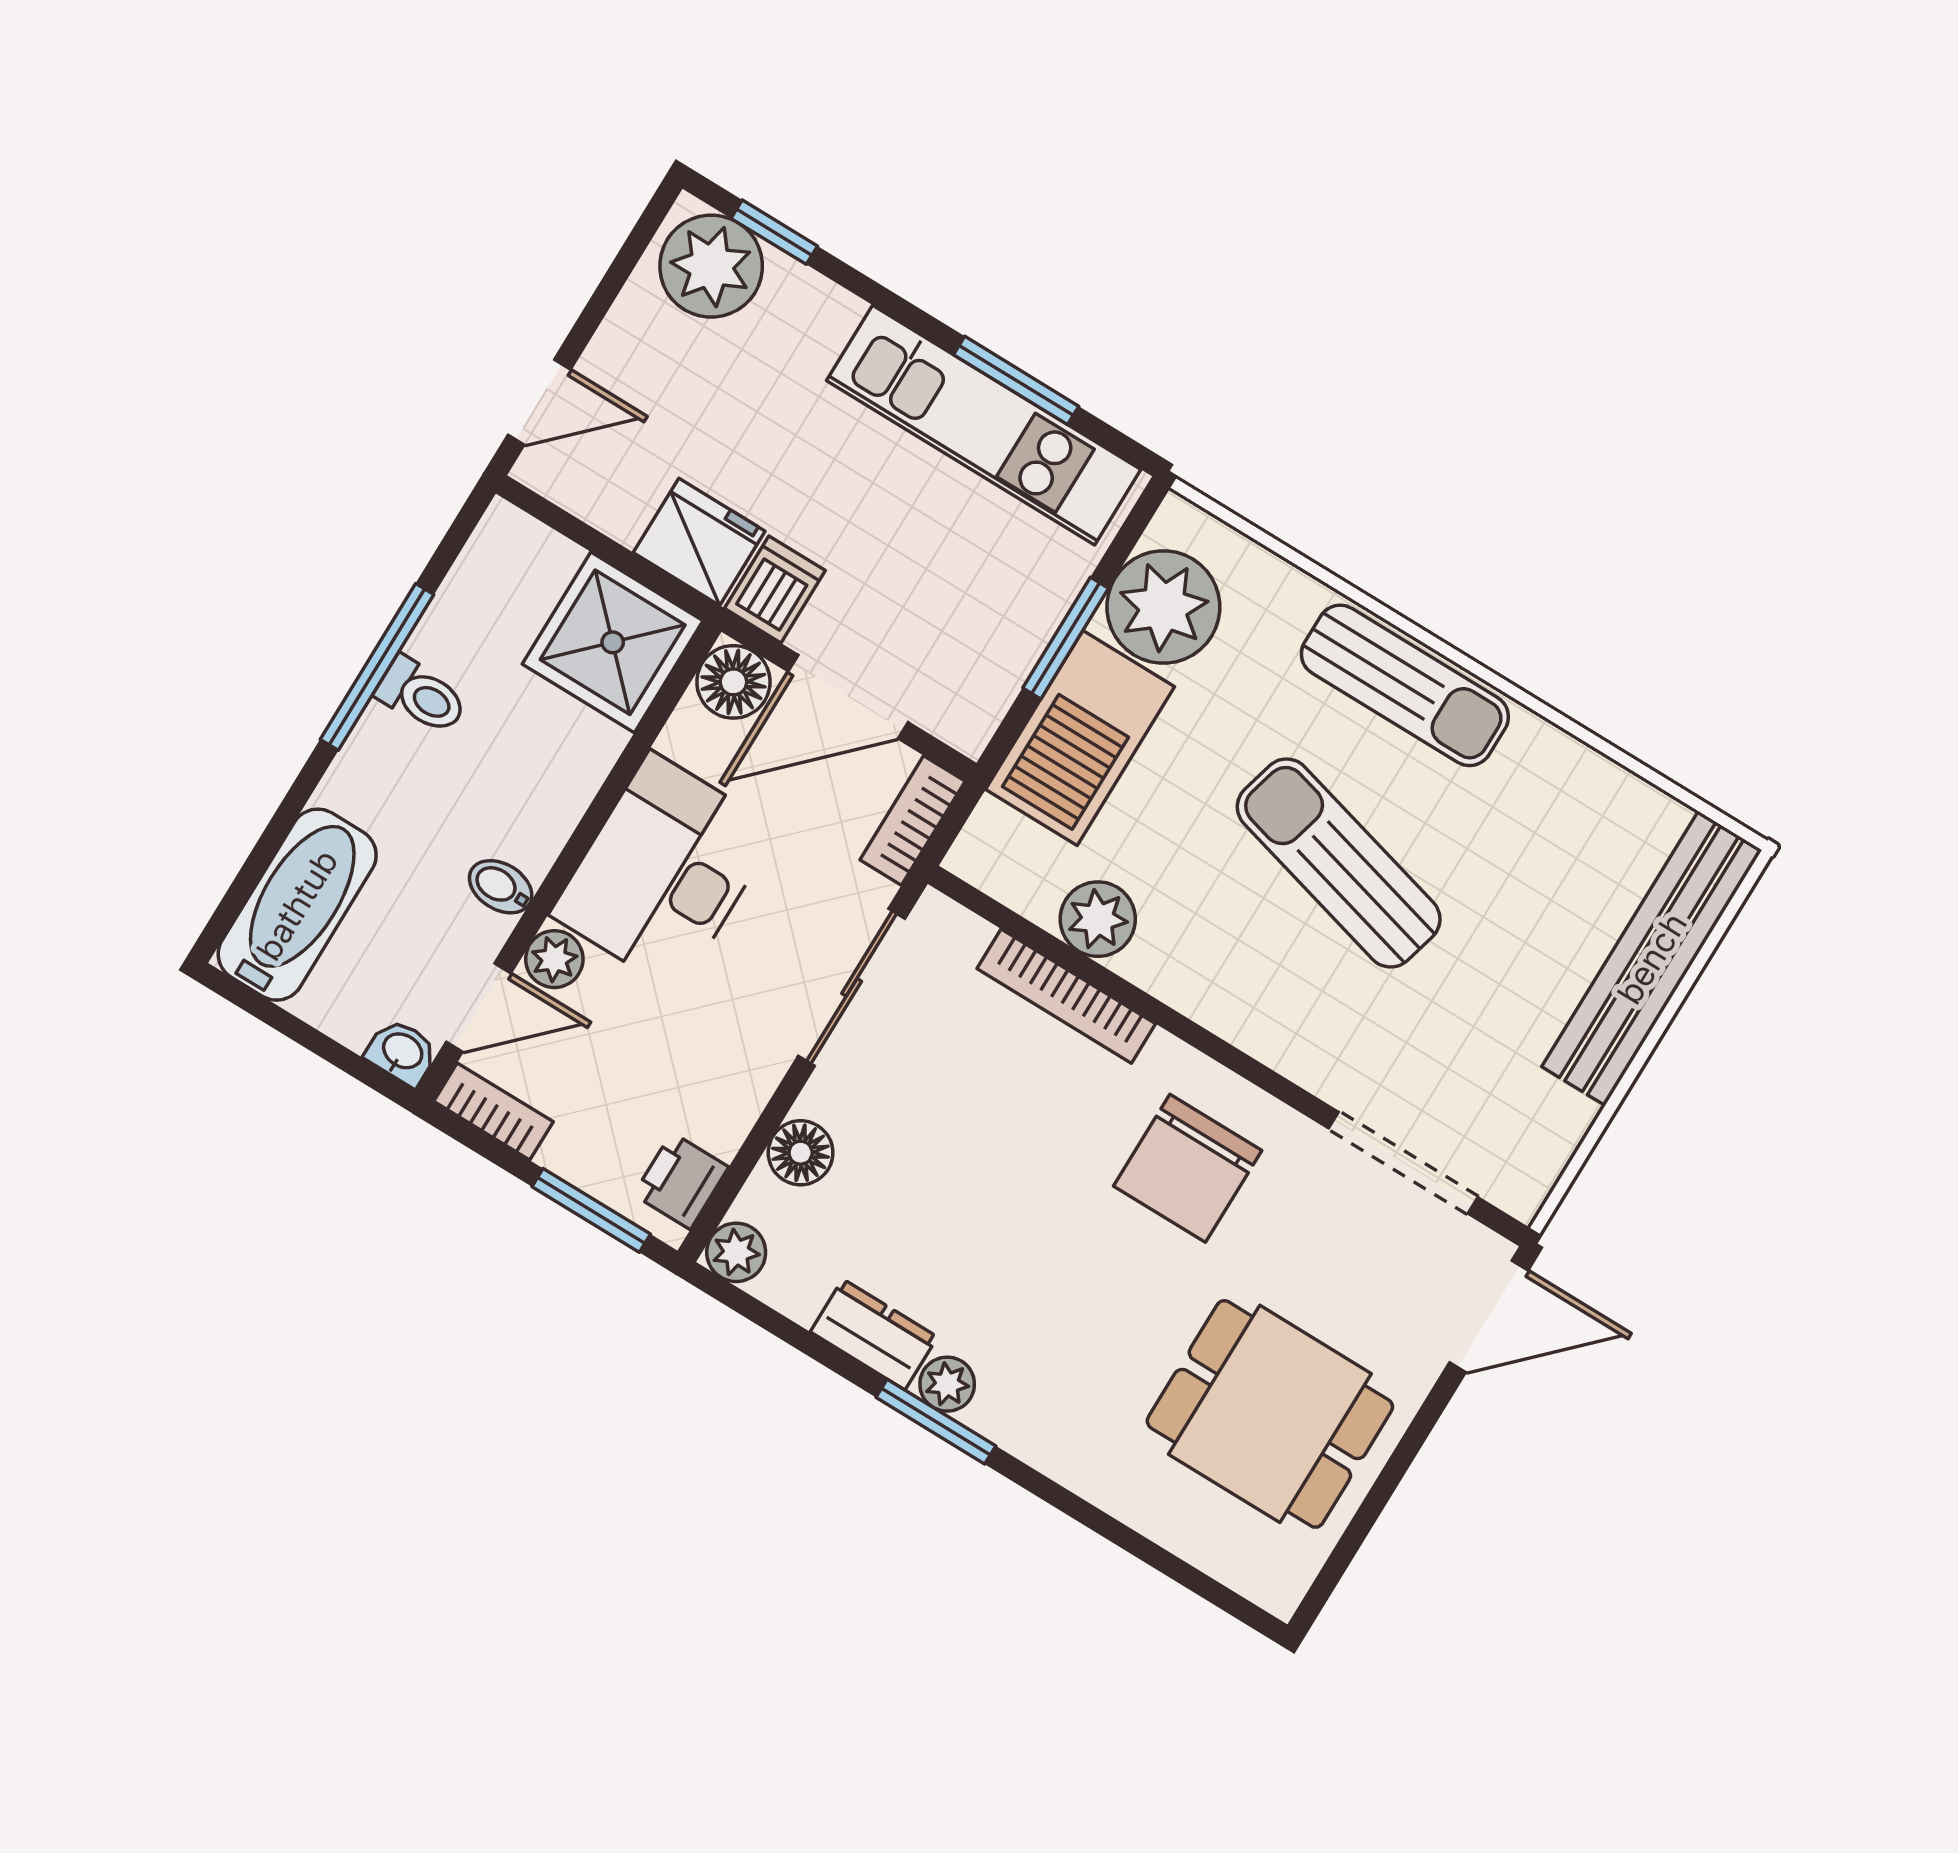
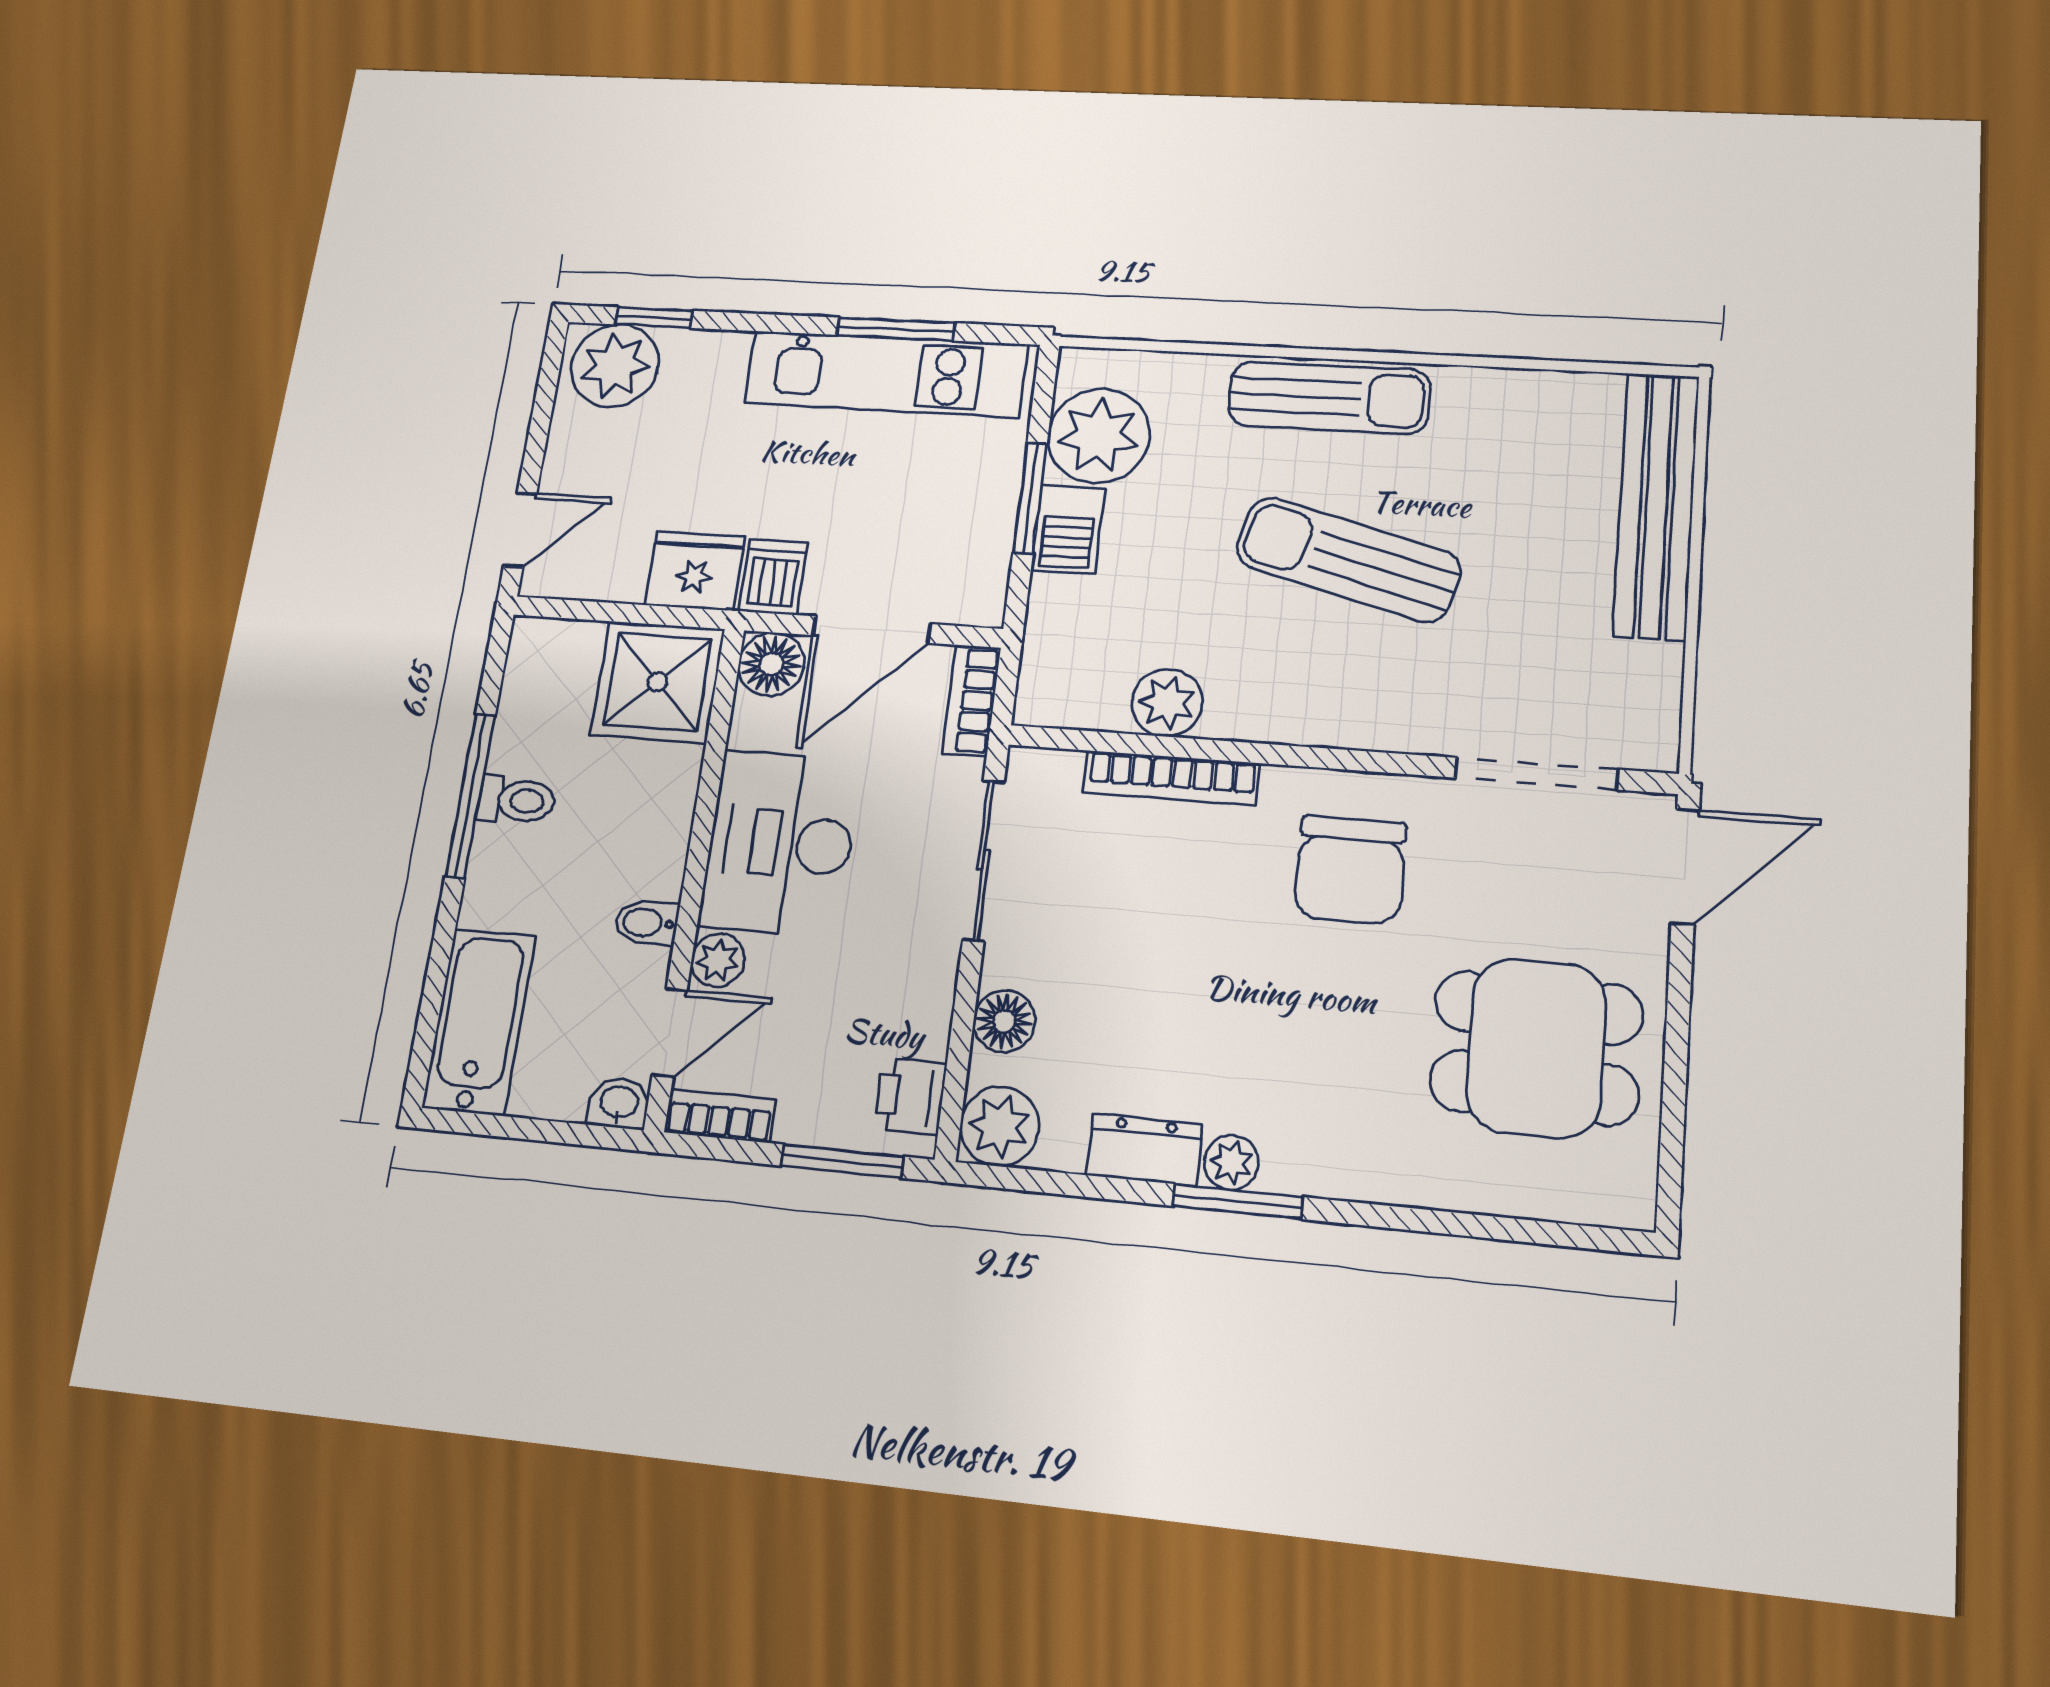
barbecue: (1080, 738) -> (1068, 529), width x0.53, depth x0.65
plant: (736, 1252) -> (999, 1126), width x1.38, depth x1.38

